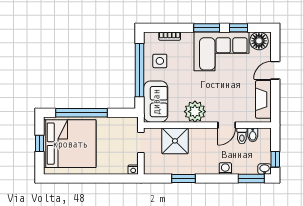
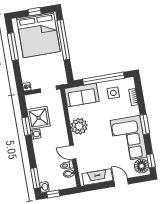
window: (238, 28) -> (151, 161), moved
shower: (175, 141) -> (39, 118), moved
washing machine: (225, 168) -> (36, 134), moved
window: (79, 179) -> (13, 47), added

